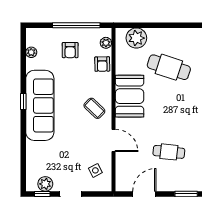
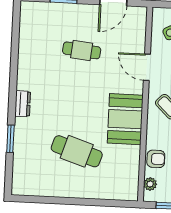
plant: (136, 38) -> (114, 188), removed
armchair: (102, 64) -> (156, 159), turned 91

